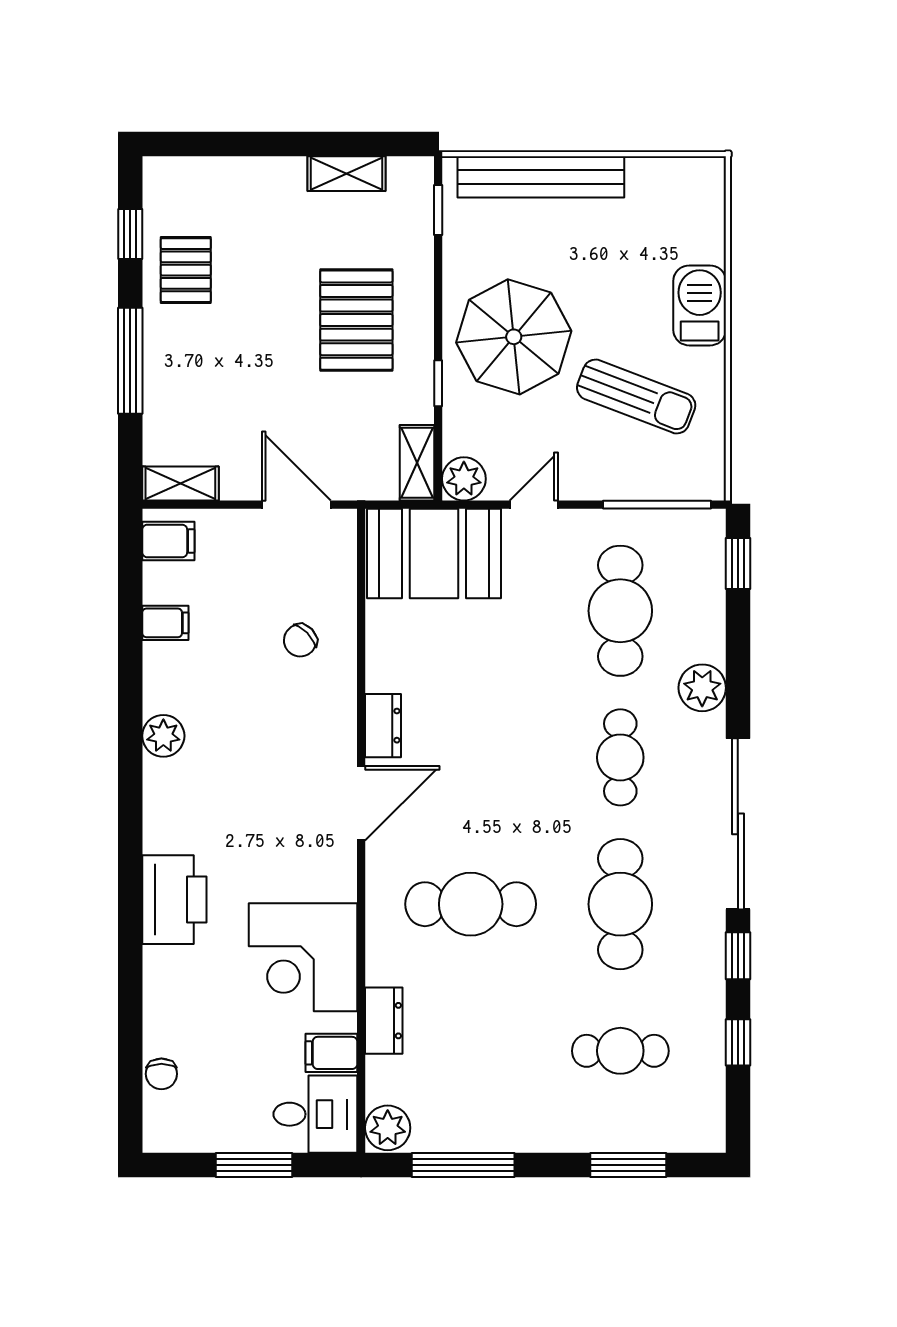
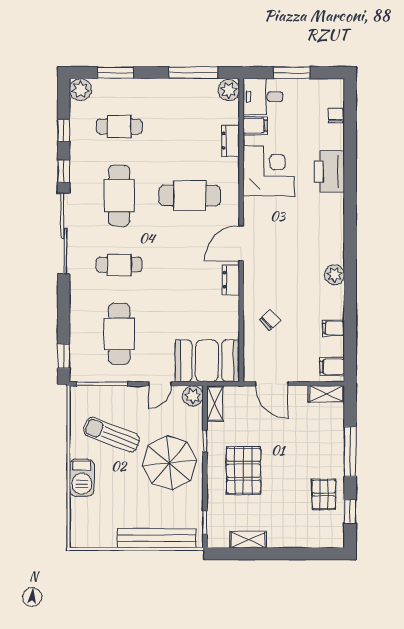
plant: (702, 688) -> (81, 89), moved
cafe table: (620, 757) -> (119, 265), turned 90
printer: (174, 900) -> (329, 172), moved

